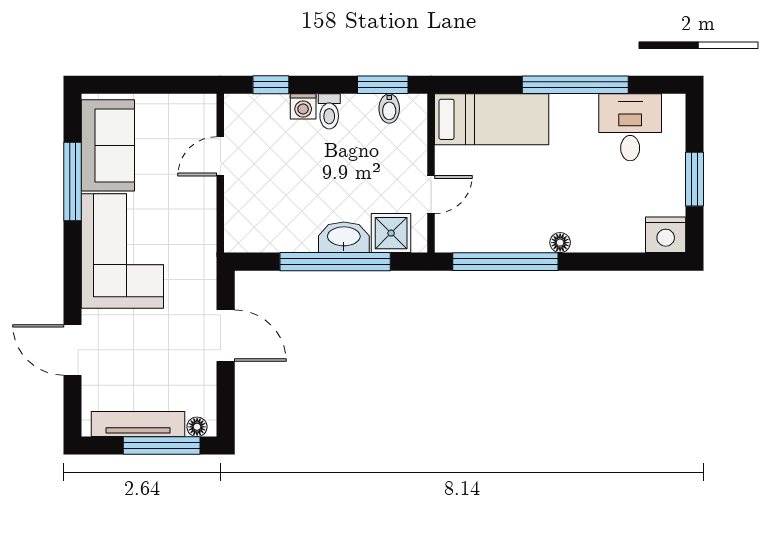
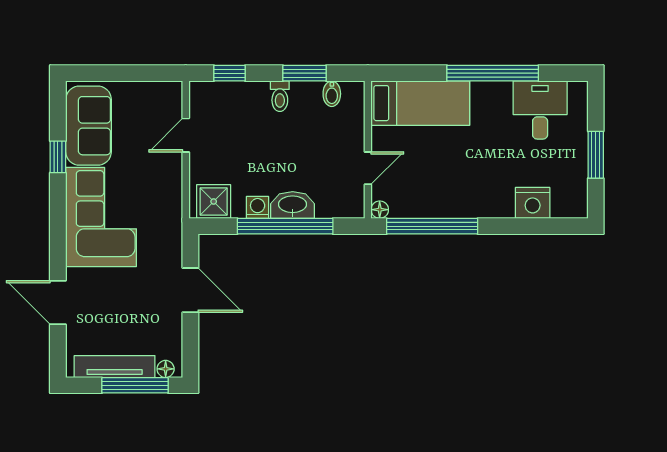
window: (383, 85) -> (305, 73), moved
washing machine: (303, 106) -> (258, 207), moved, turned 180
window: (73, 182) -> (58, 157), width x0.46
shower: (391, 233) -> (214, 201), moved
nightstand: (666, 235) -> (533, 203), moved
floor lamp: (560, 243) -> (380, 210), moved

